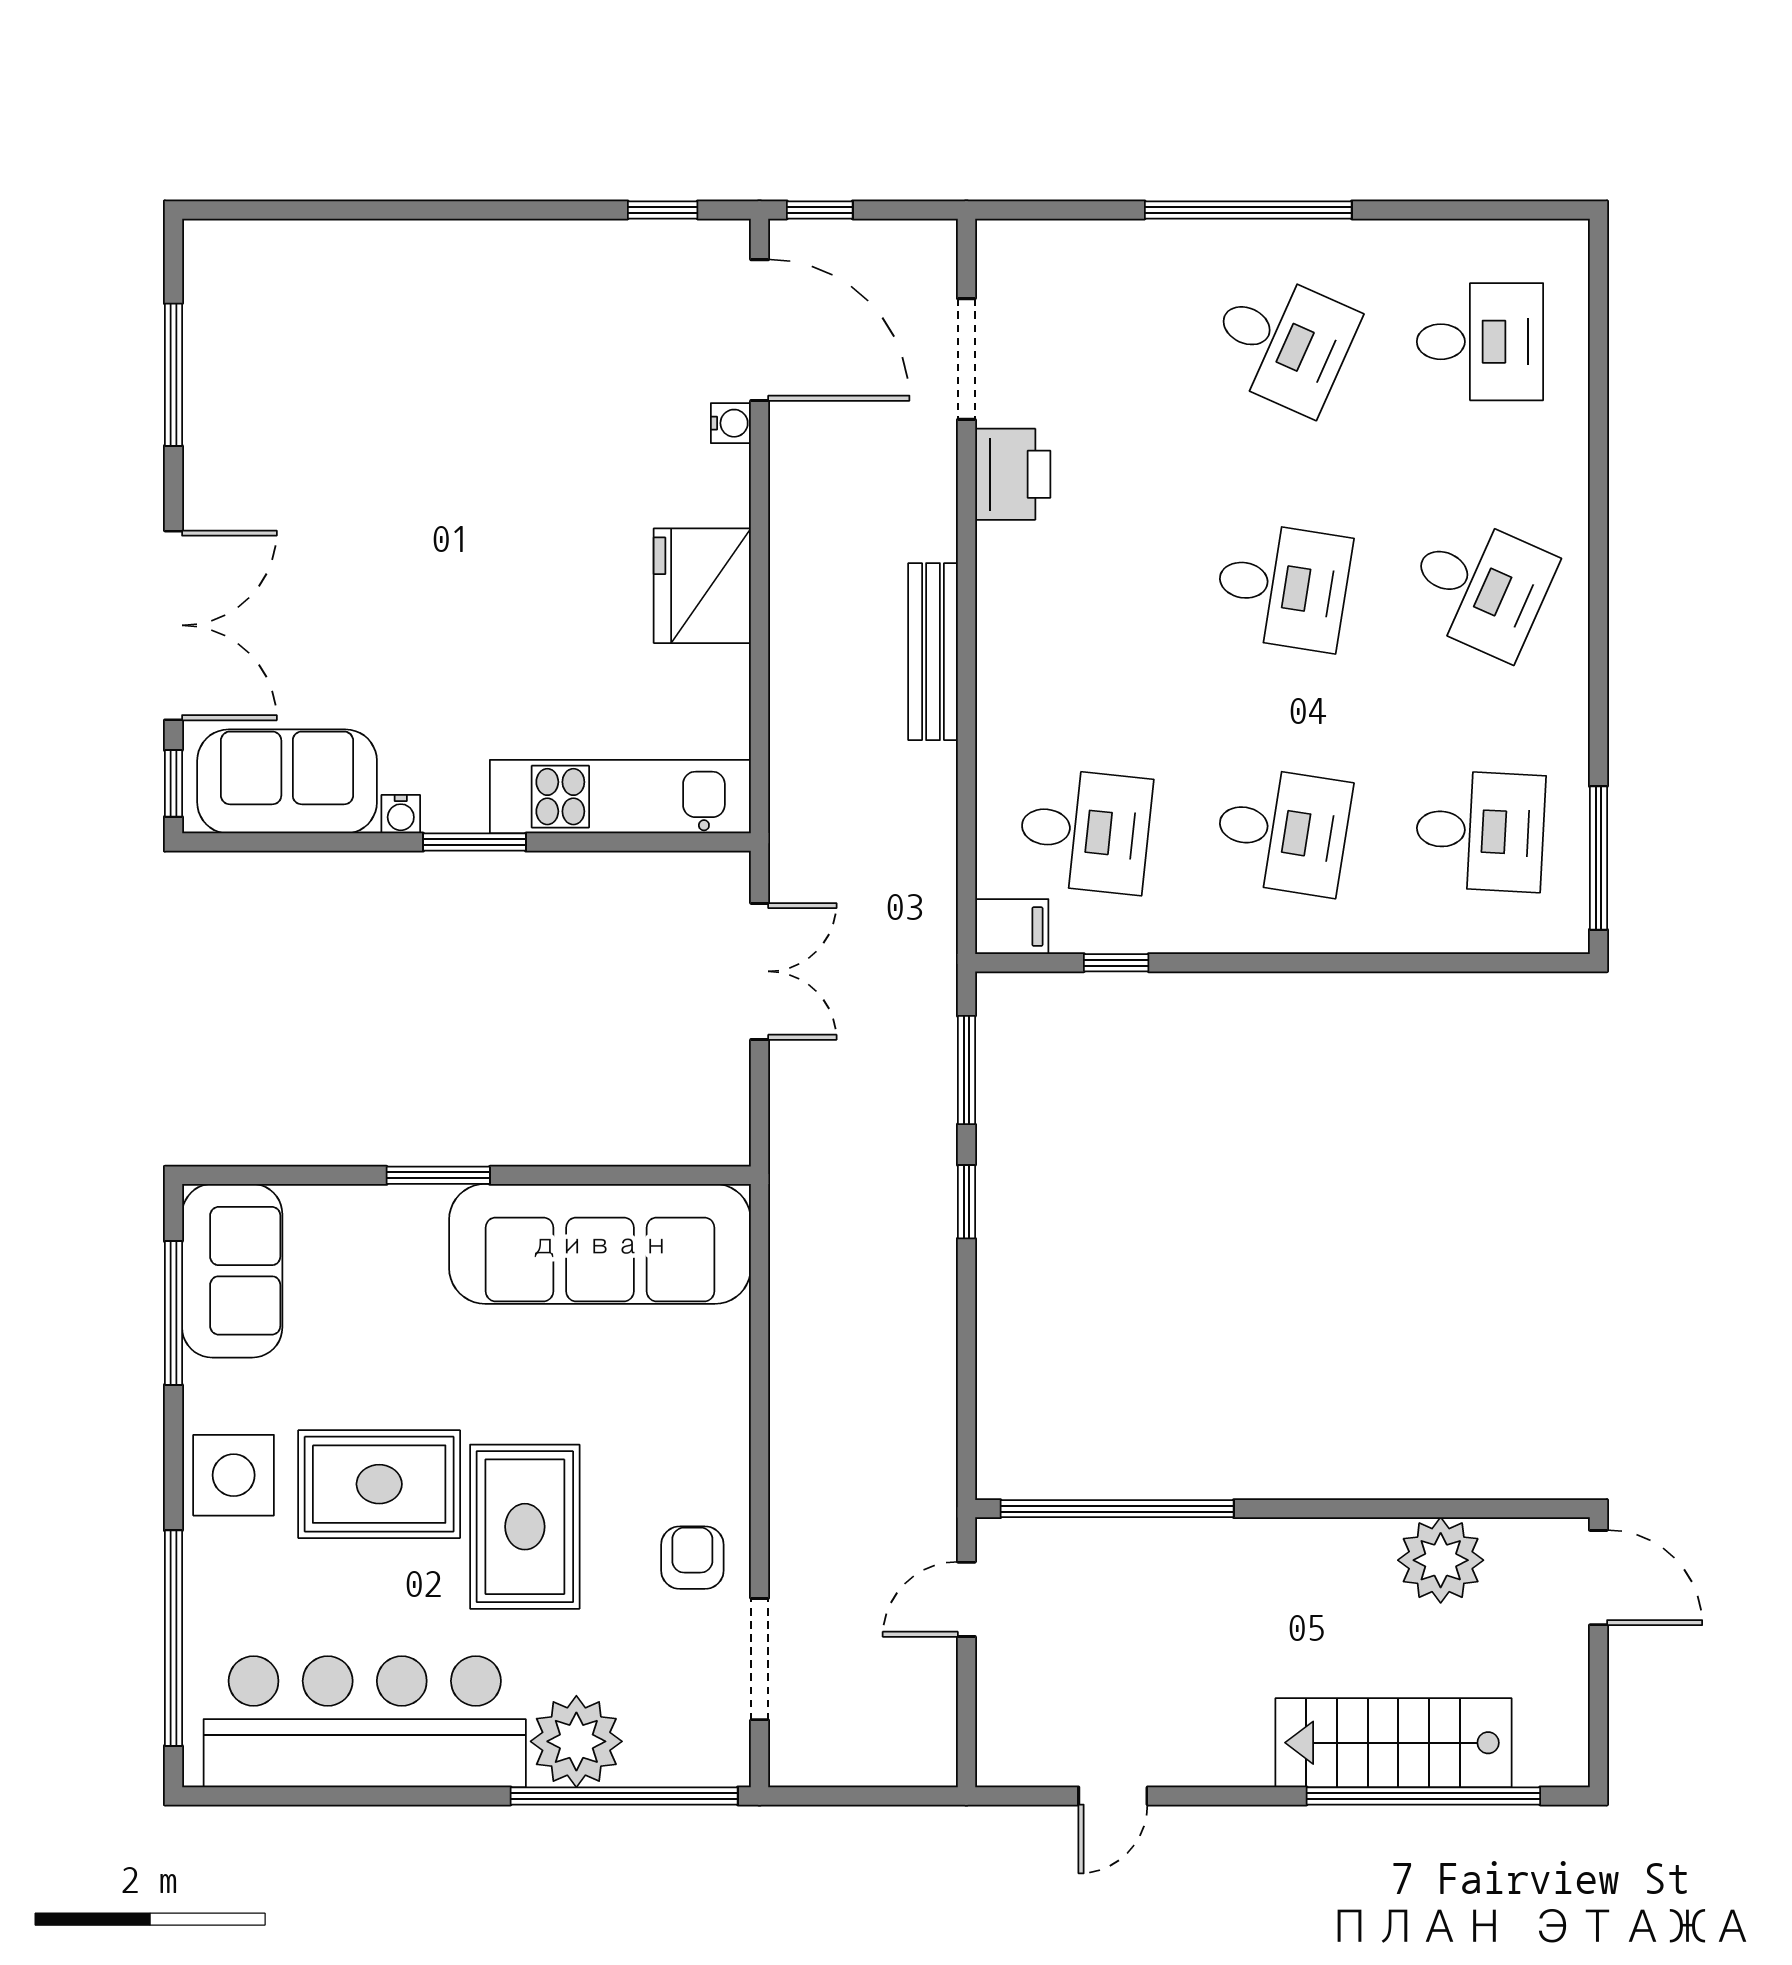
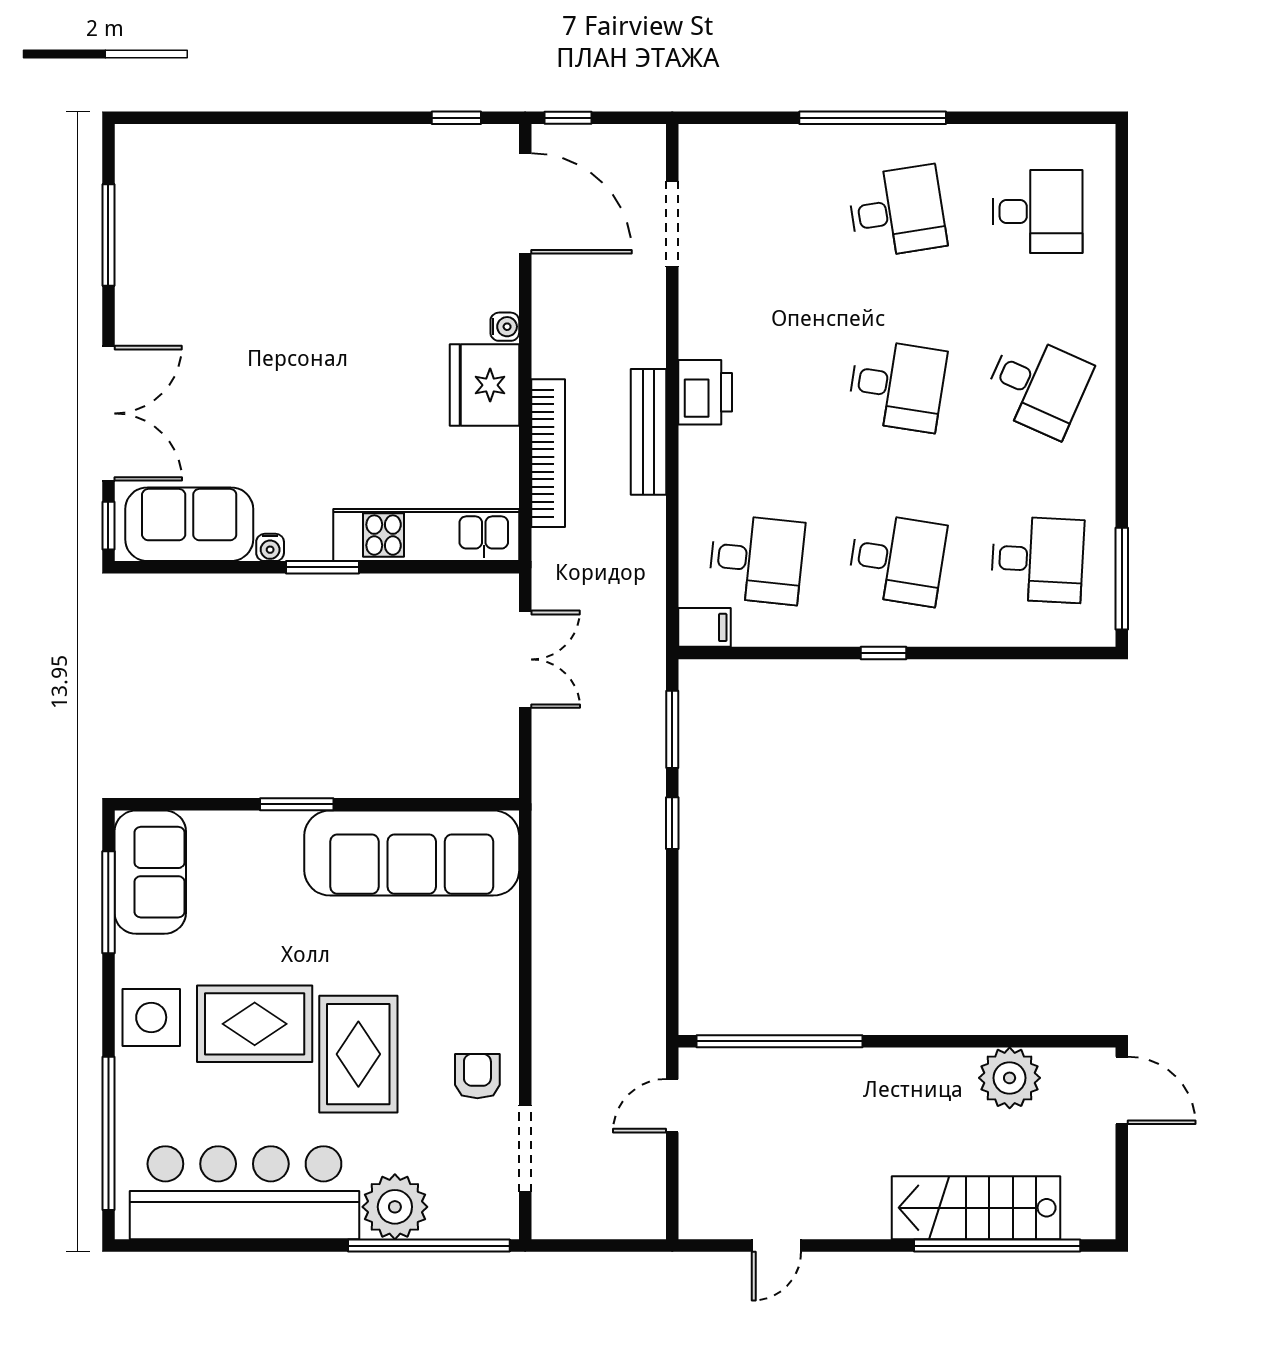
desk: (1282, 342) -> (897, 212), turned -33
water cooler: (731, 423) -> (505, 327), moved
printer: (1013, 474) -> (705, 392), moved
bookcase: (792, 681) -> (548, 453), added
window: (1116, 963) -> (884, 653), moved

